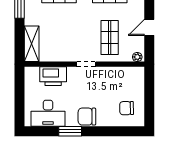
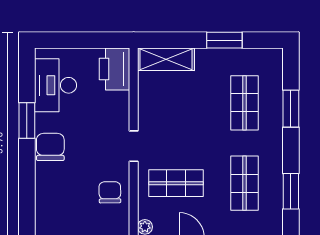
printer: (53, 76) -> (115, 69), moved
chair: (127, 108) -> (110, 192), moved

